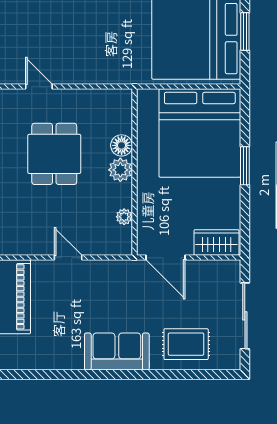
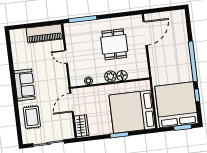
door: (39, 87) -> (145, 33), width x1.88
dining table: (54, 154) -> (114, 44), turned 90
door: (68, 258) -> (66, 57), swing flipped

